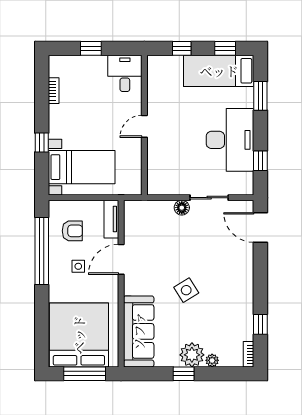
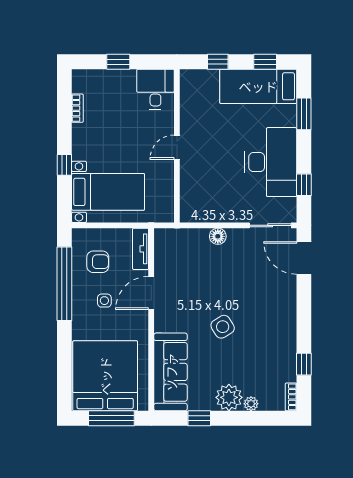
sliding door: (209, 198) -> (270, 225), moved
window: (184, 374) -> (199, 418), moved

